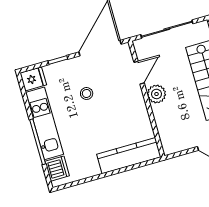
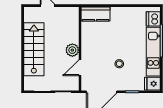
kitchen counter: (129, 156) -> (95, 14), width x0.67

